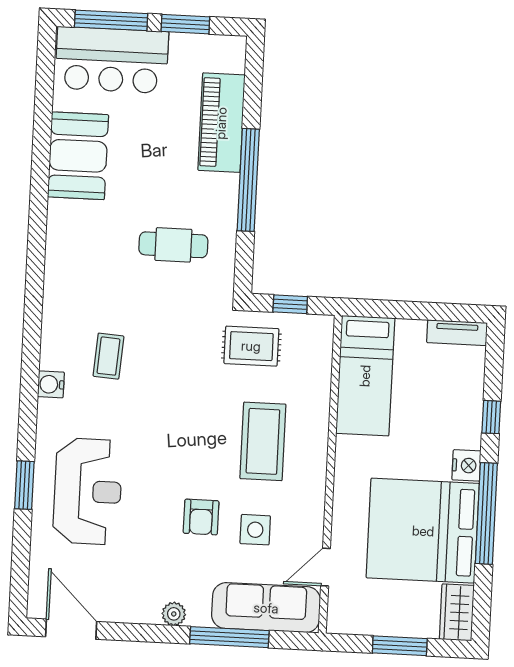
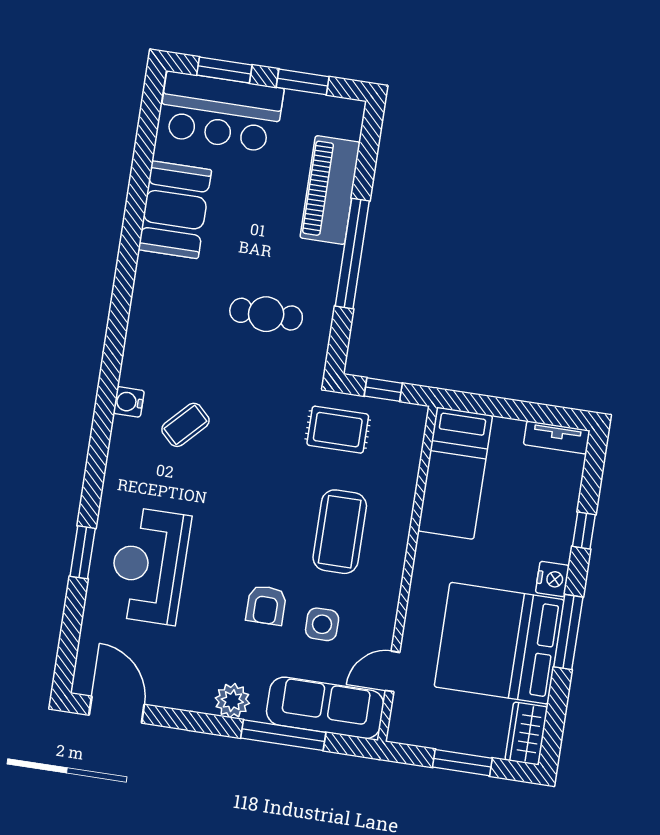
window: (111, 20) -> (224, 70), width x0.69
coffee table: (108, 356) -> (185, 425), turned 40
water cooler: (51, 384) -> (129, 402), moved
reception desk: (88, 491) -> (149, 566), turned 180
window: (486, 513) -> (568, 632), width x0.68
plant: (174, 614) -> (232, 701), width x1.38, depth x1.38

